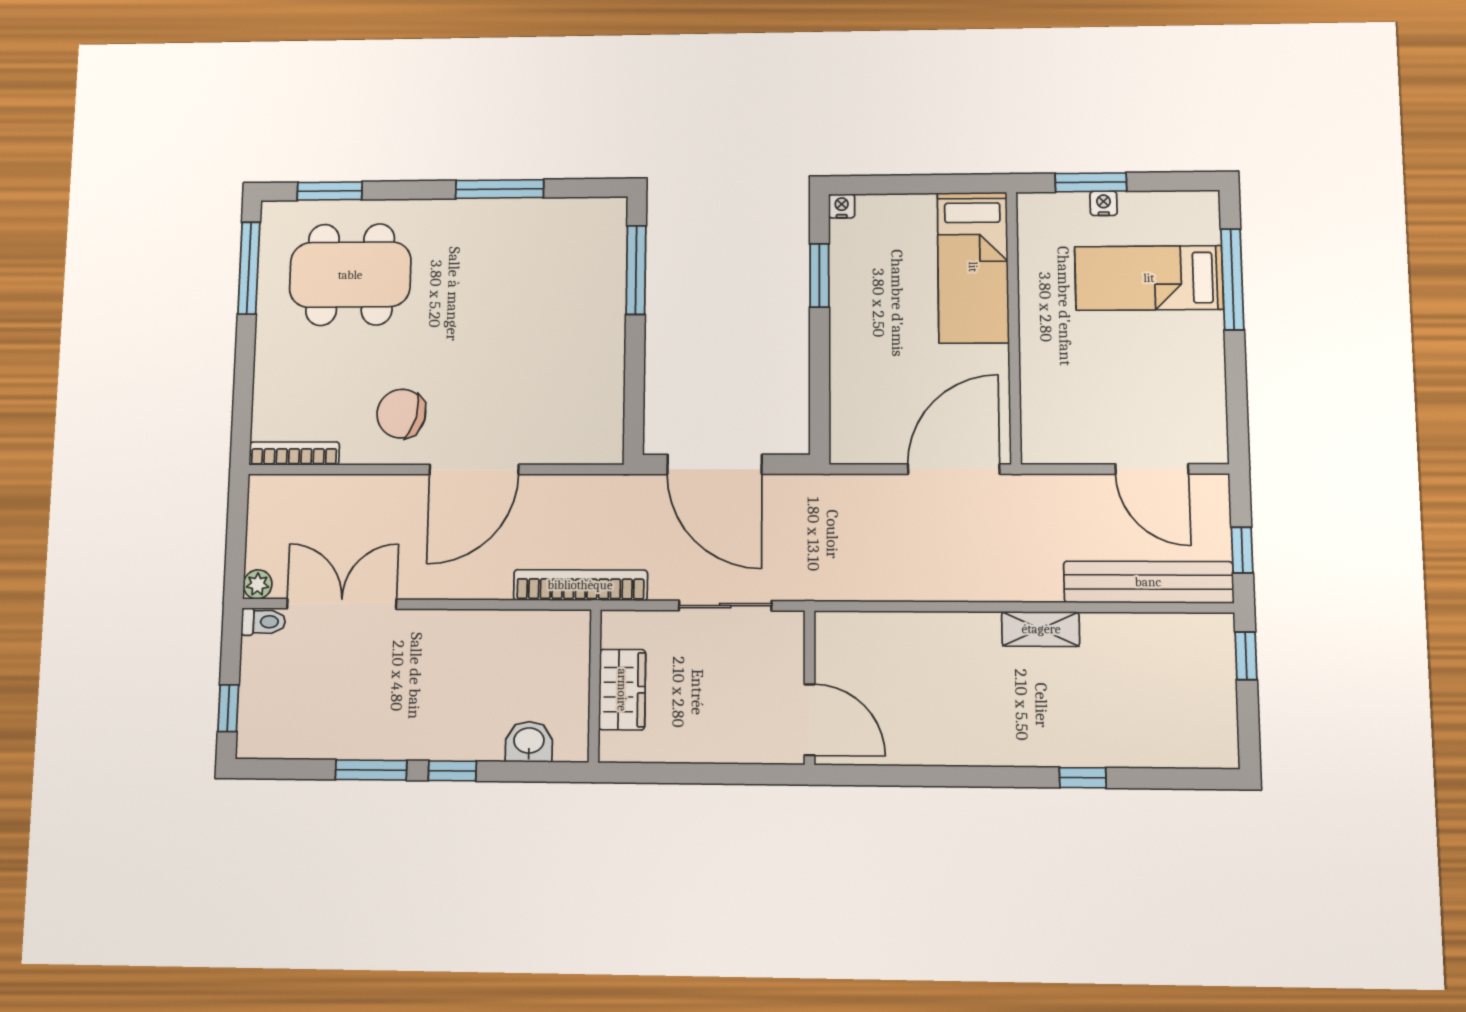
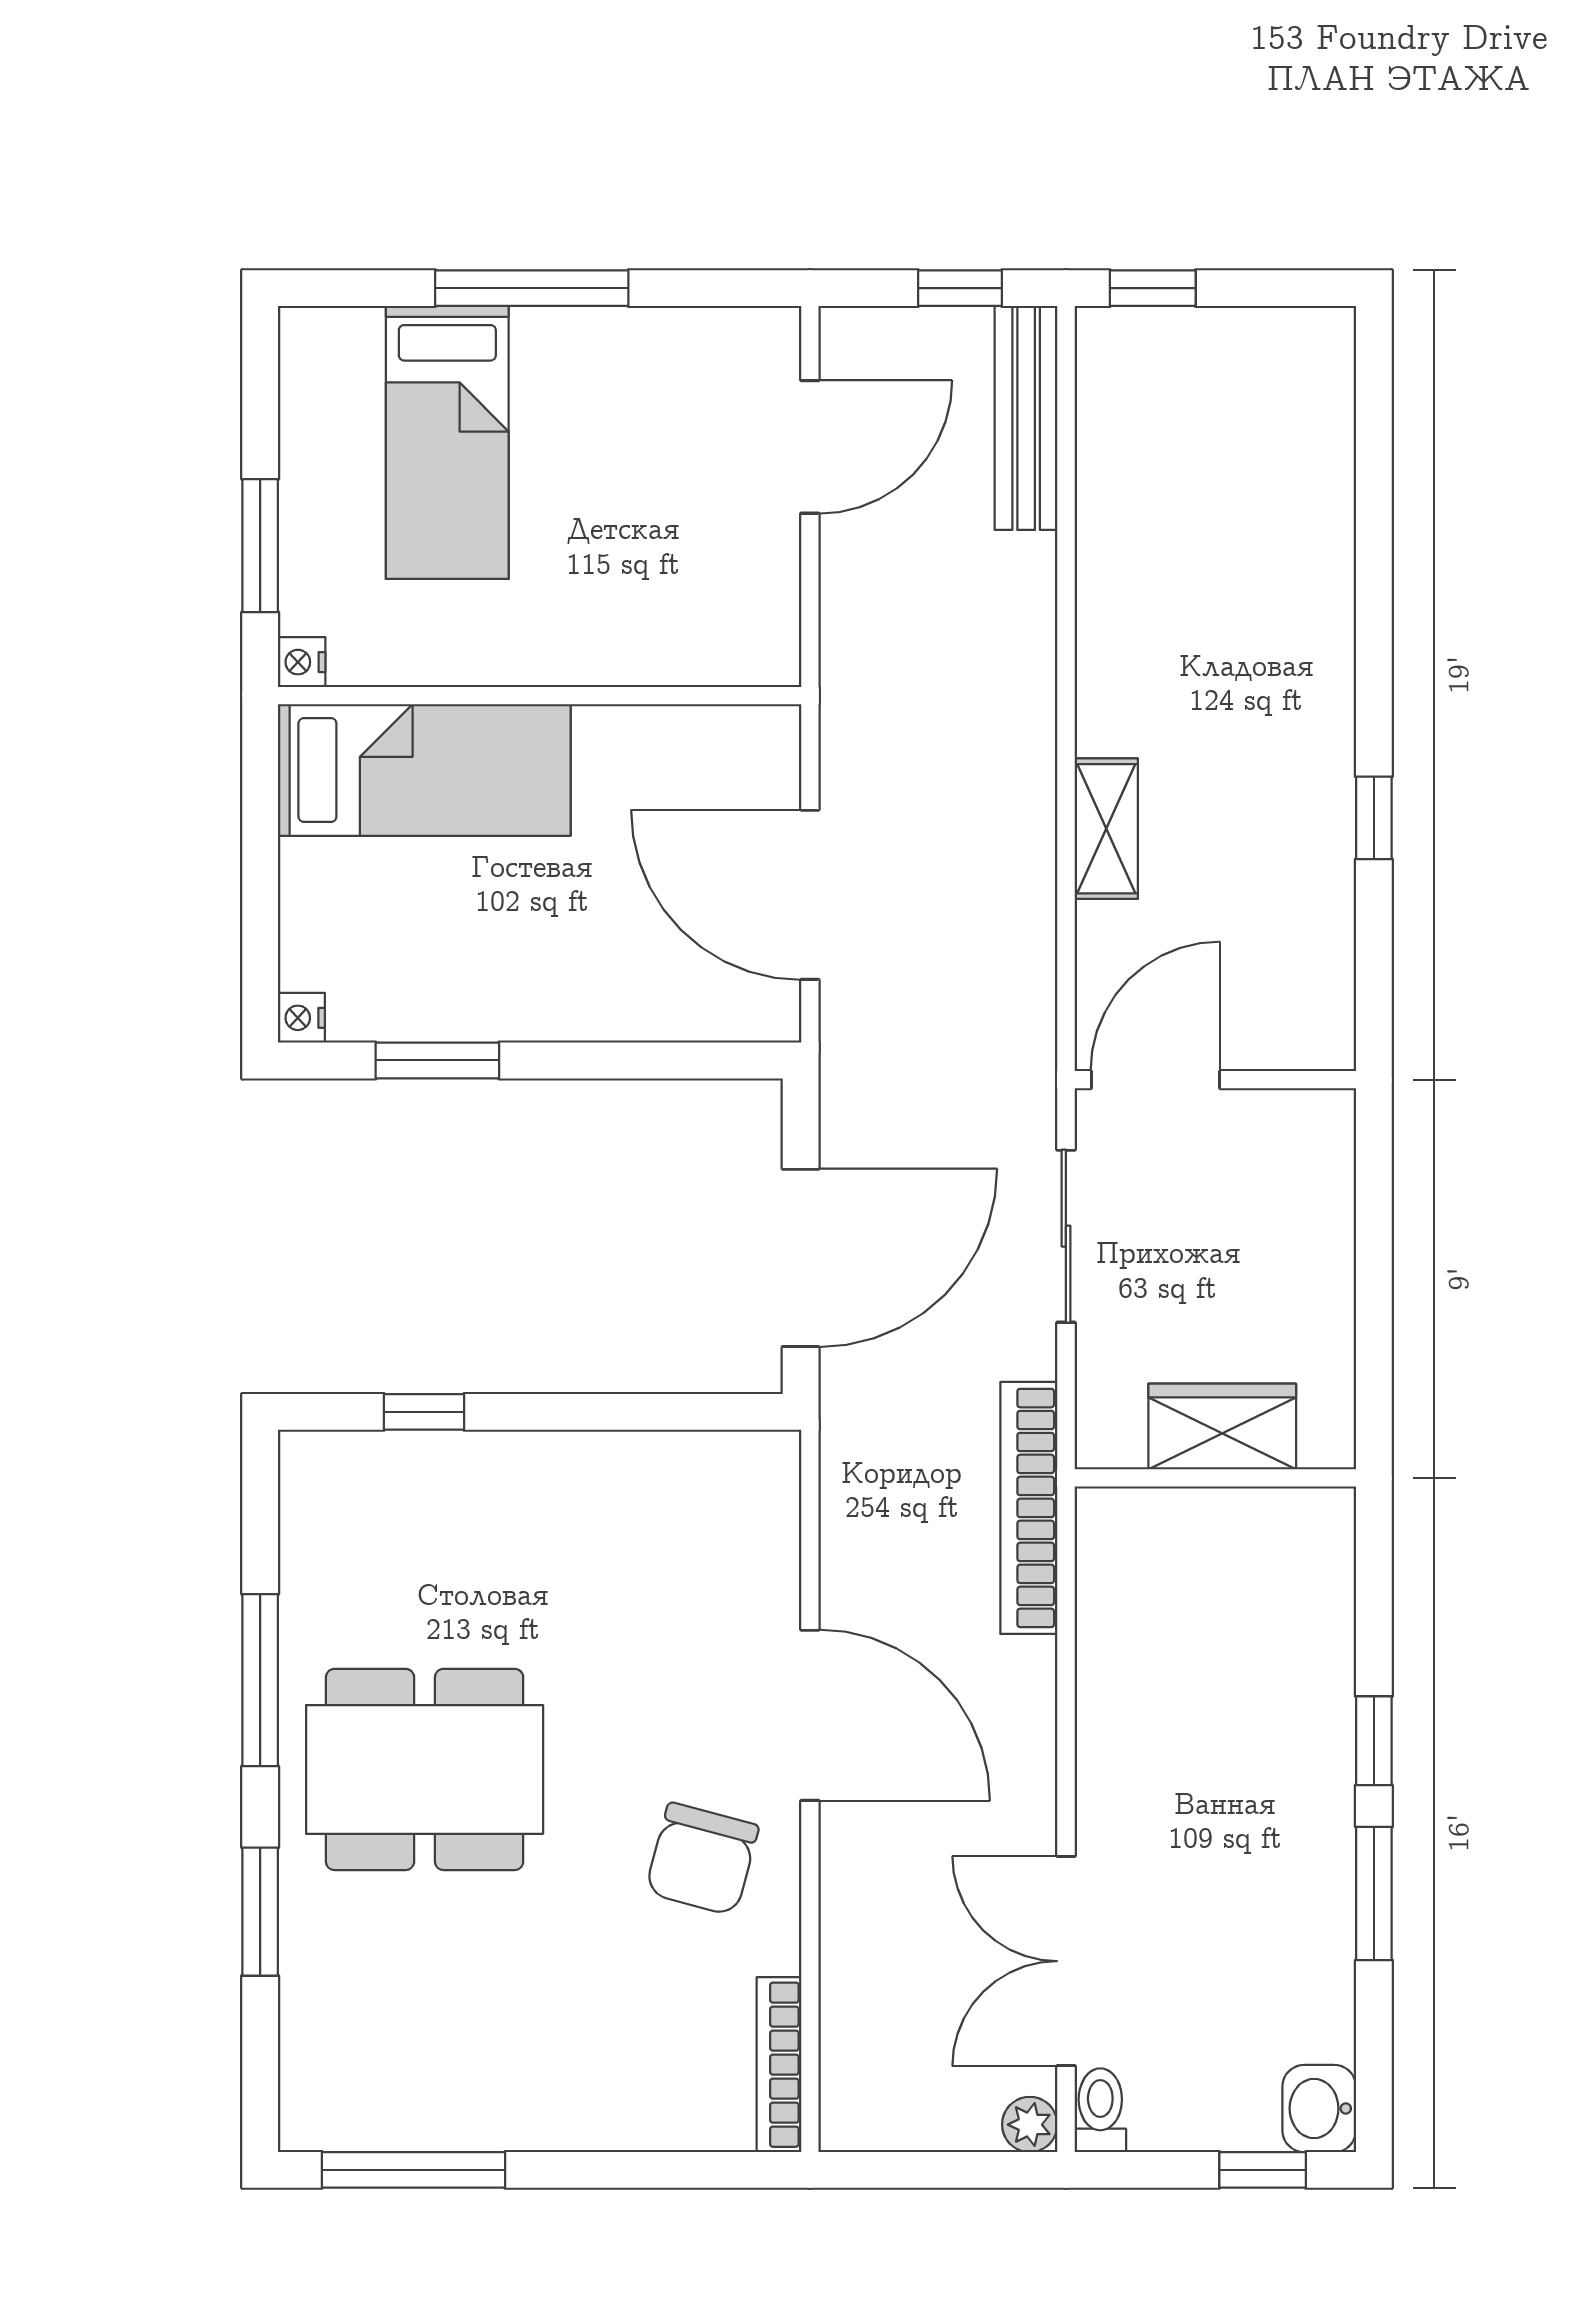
window: (330, 191) -> (260, 1912), moved
nightstand: (1104, 203) -> (302, 662), moved
window: (636, 270) -> (424, 1412), width x0.46
dining table: (350, 275) -> (425, 1769), moved, turned 90
window: (1232, 279) -> (532, 288), moved
door: (954, 469) -> (810, 895), moved
bench: (1148, 582) -> (1026, 418), width x0.73, depth x0.82
shelving: (1041, 629) -> (1106, 829), moved
door: (809, 720) -> (1155, 1080), moved
washbasin: (529, 742) -> (1319, 2109), moved
window: (1083, 778) -> (1374, 818), moved

